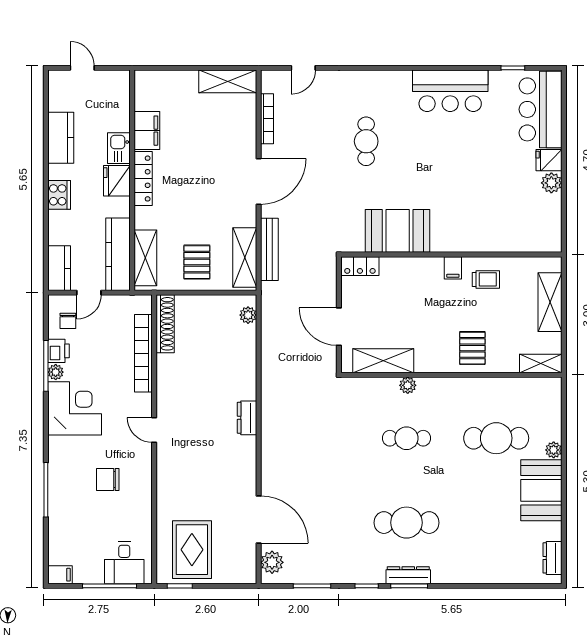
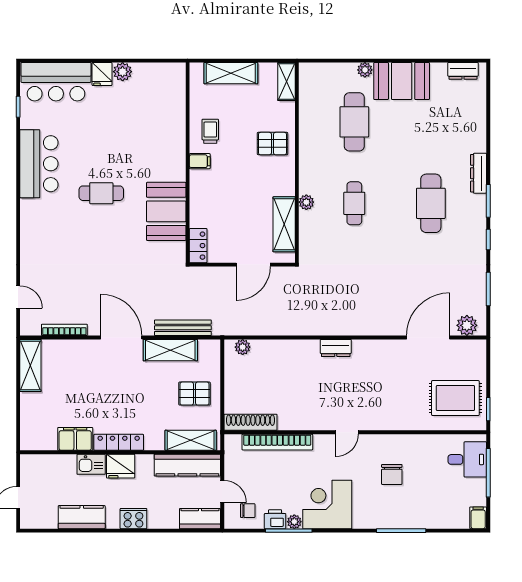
cafe table: (366, 141) -> (101, 193), moved
shelving: (245, 257) -> (170, 350), moved
dresser: (408, 575) -> (479, 173), moved

